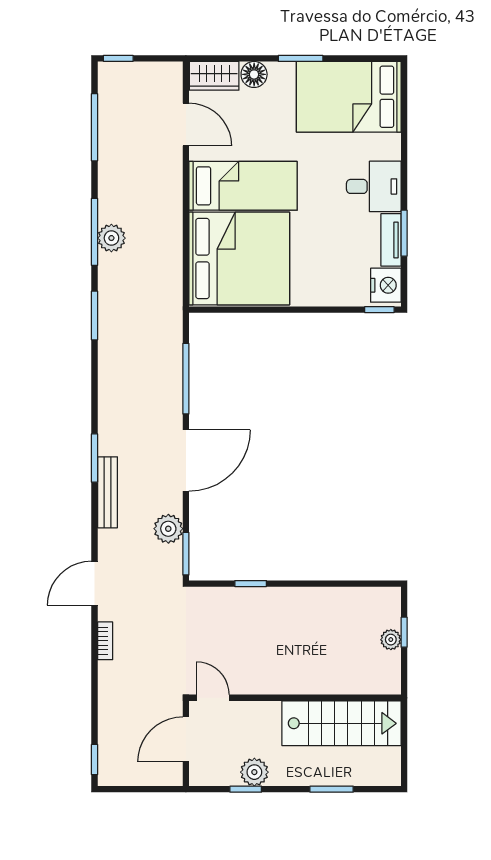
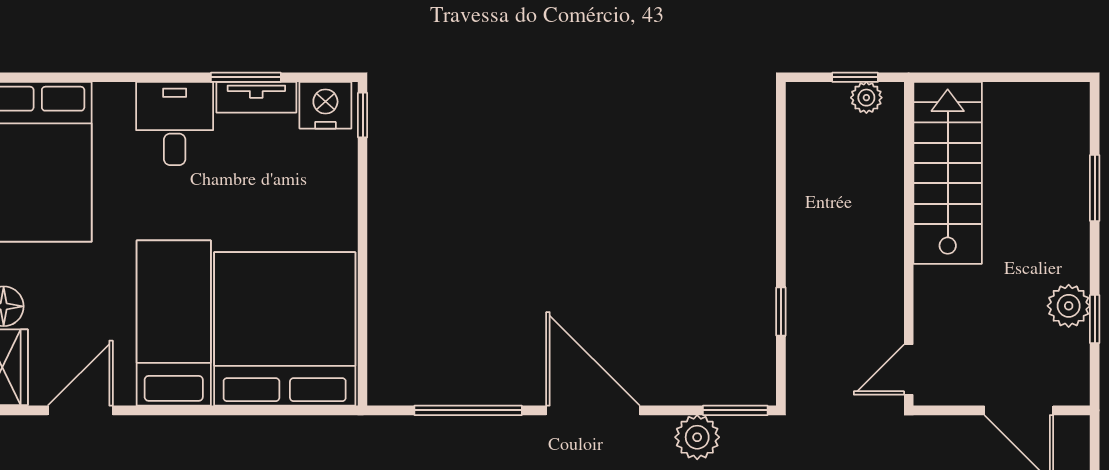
door: (213, 698) -> (909, 370), moved
wall: (295, 698) -> (909, 244), moved
stairs: (341, 723) -> (948, 173), moved

